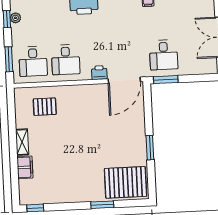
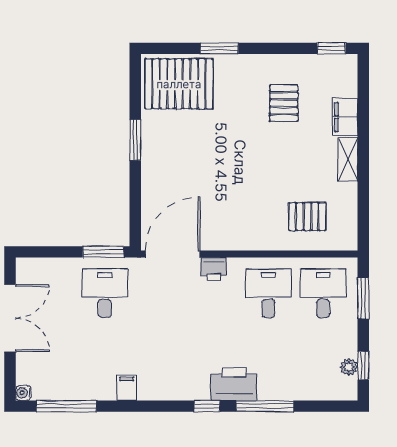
pallet: (62, 174) -> (284, 103), added

